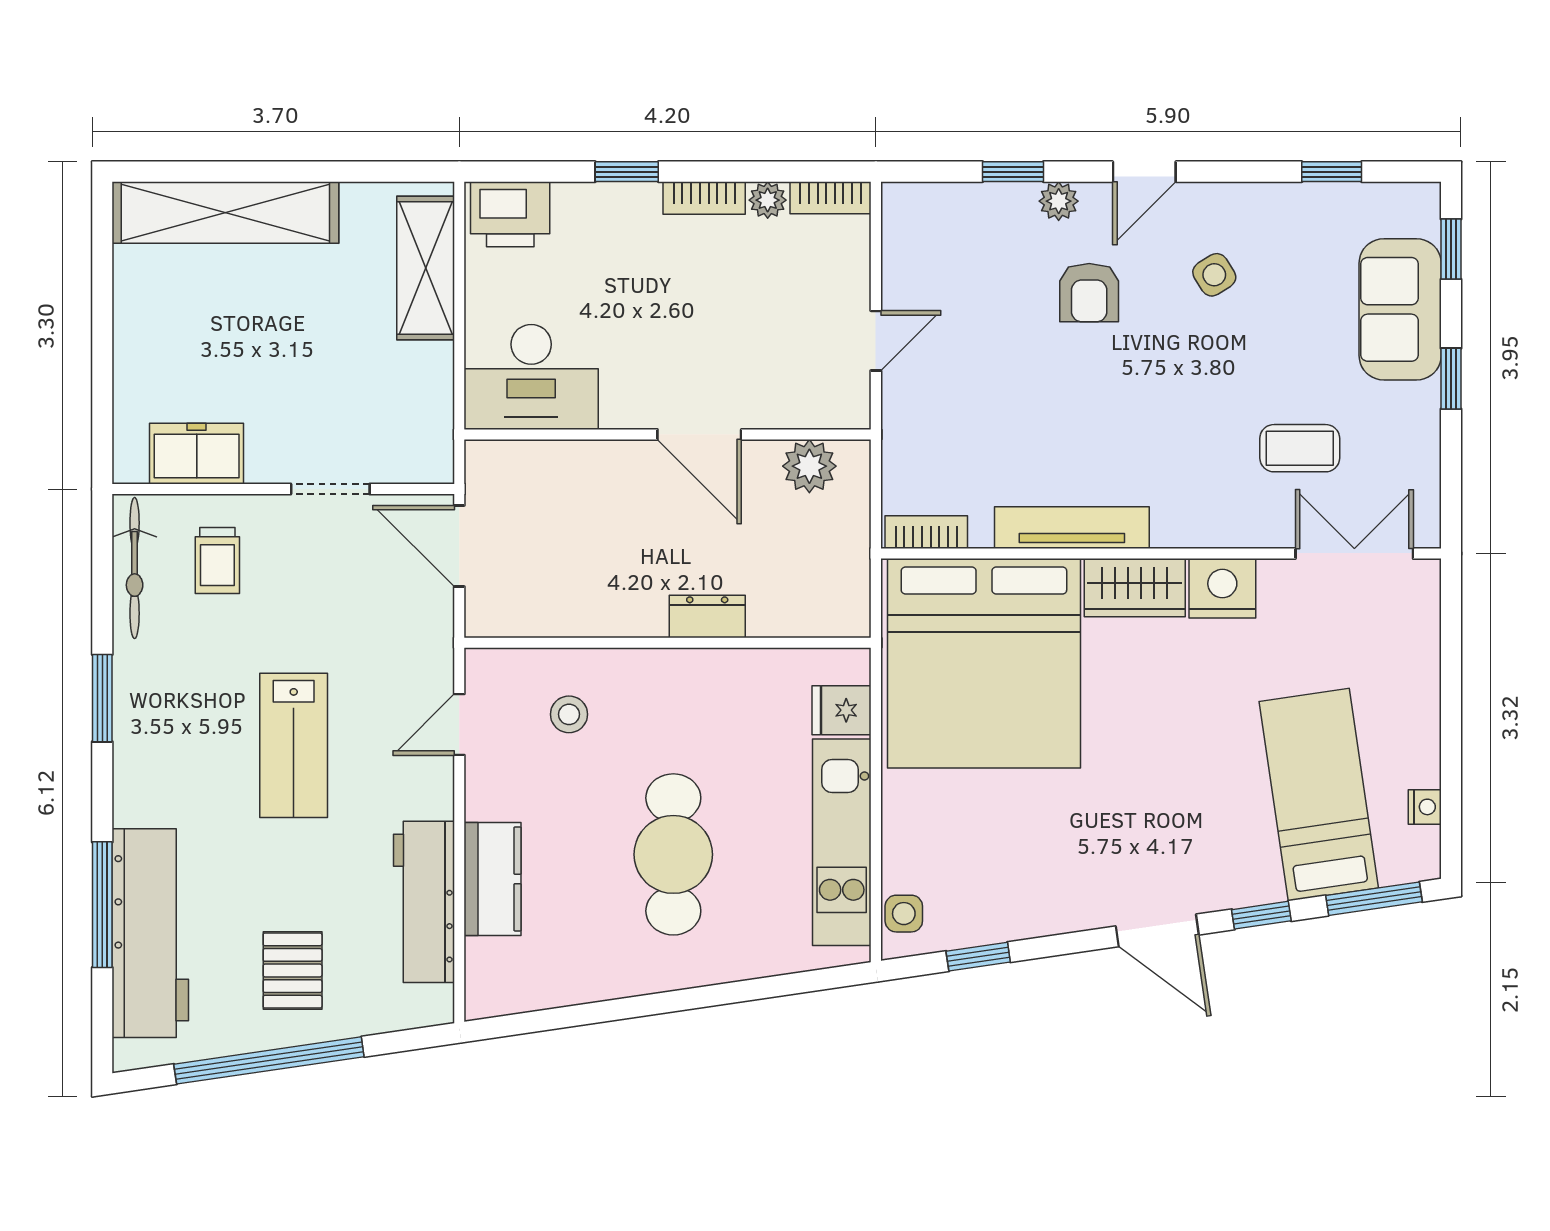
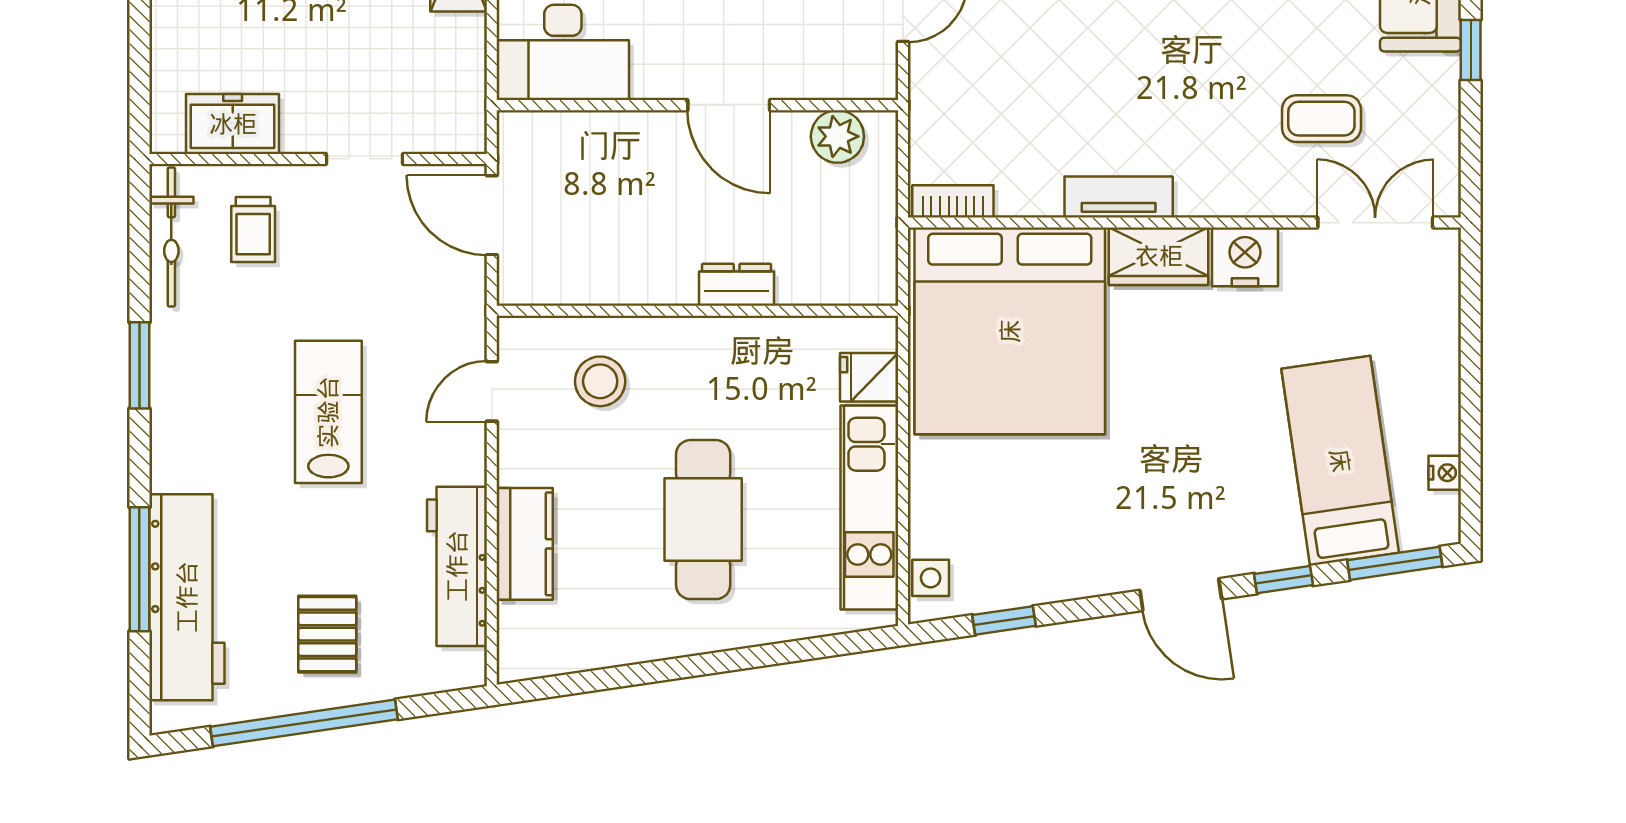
tv unit: (1072, 528) -> (1119, 197), width x0.71
stool: (569, 714) -> (600, 381), width x1.37, depth x1.37
lab bench: (294, 745) -> (328, 412), turned 180

